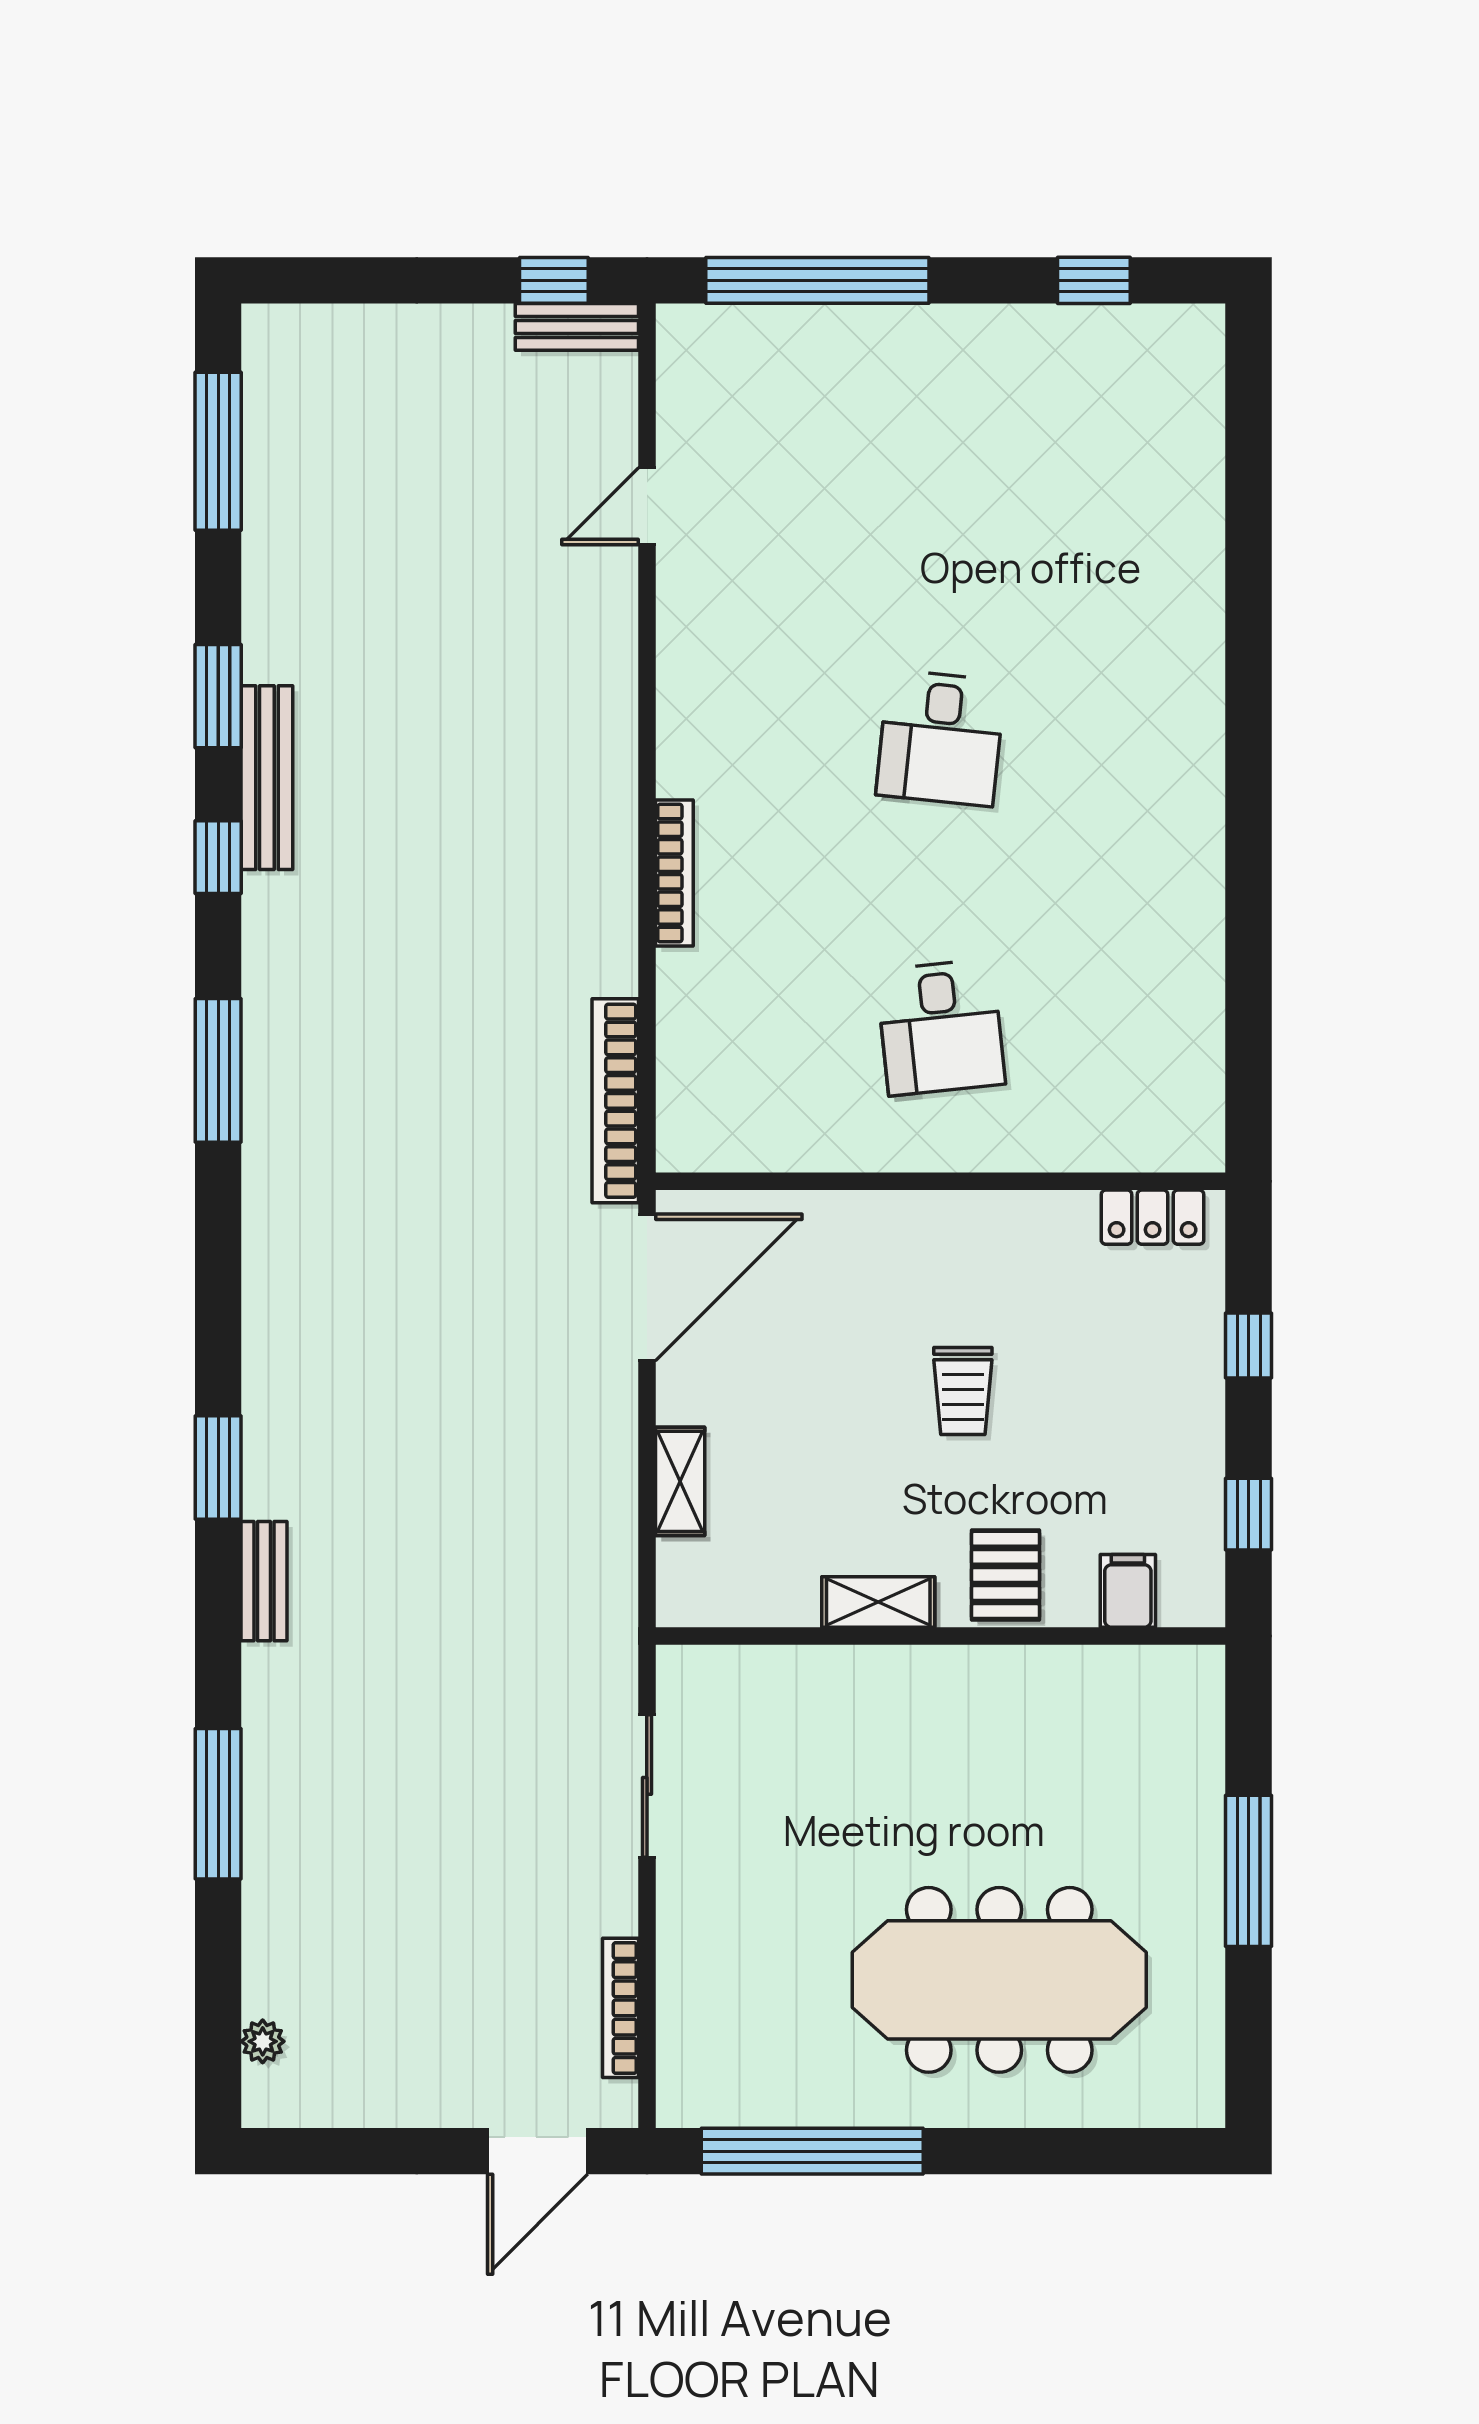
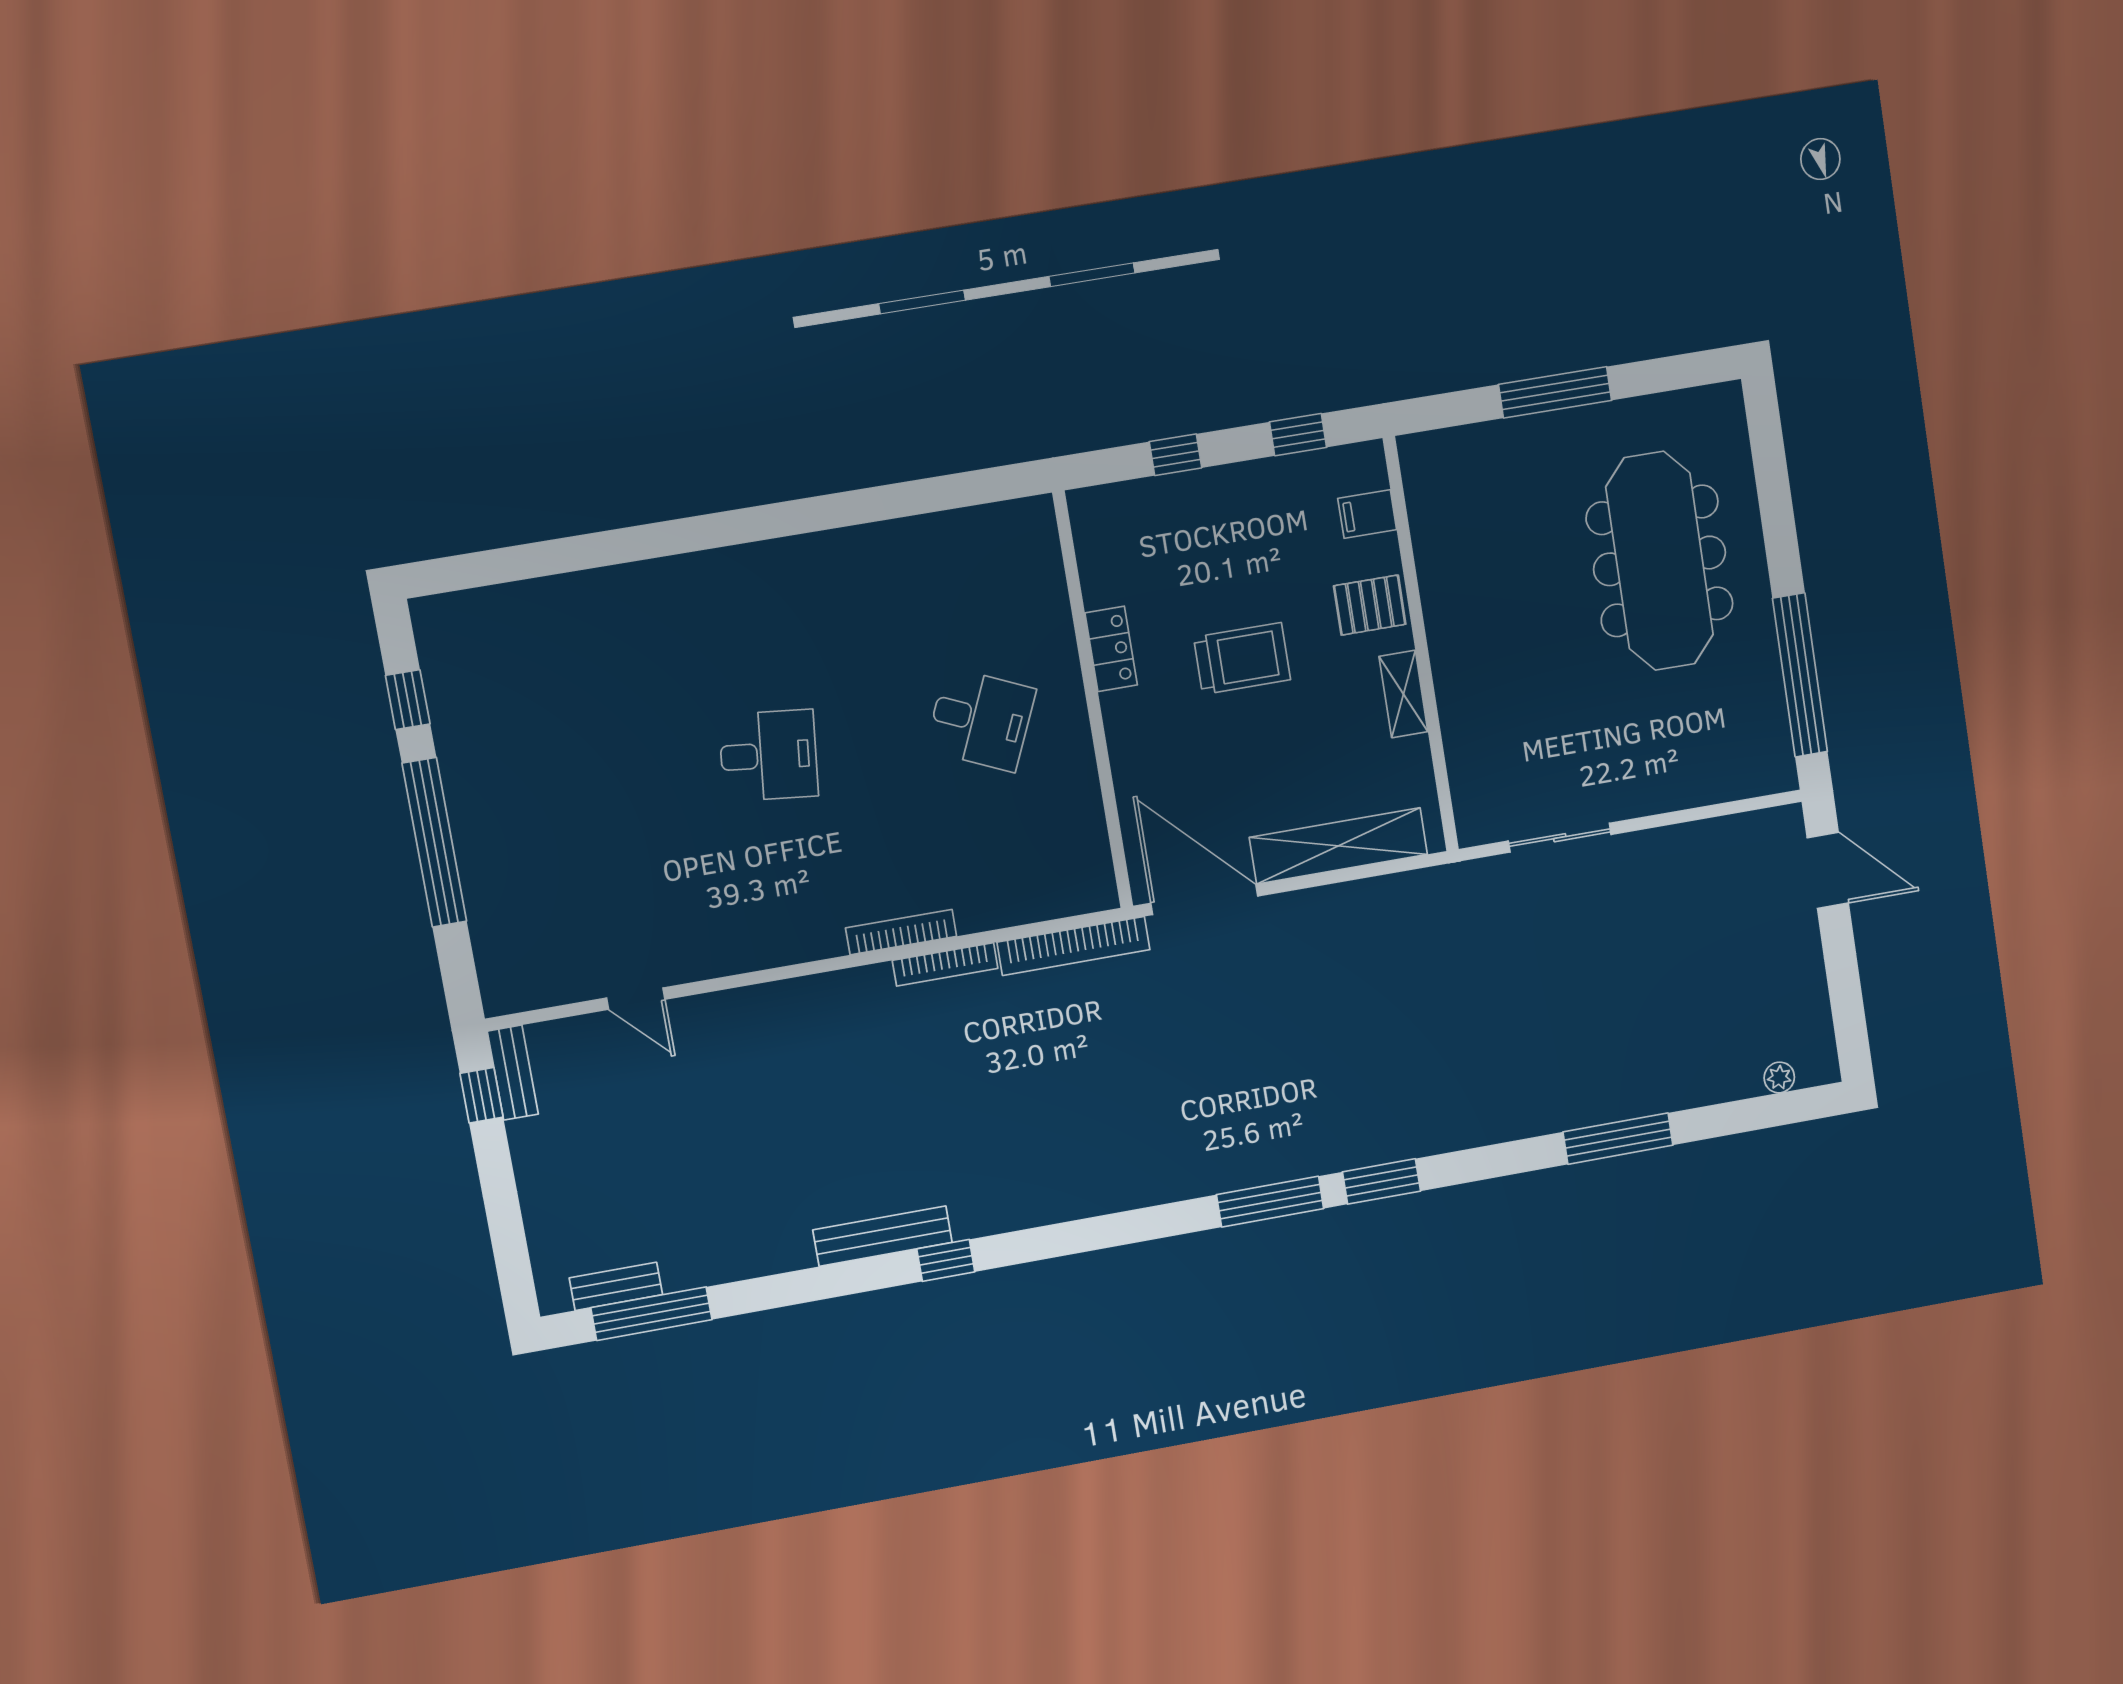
window: (817, 280) -> (434, 842), moved
window: (218, 696) -> (829, 1281), removed
desk: (941, 1027) -> (981, 719), turned 30
window: (218, 1070) -> (1270, 1202), moved
locker: (1153, 1217) -> (1111, 649), moved
trolley: (963, 1391) -> (1242, 659), width x1.36, depth x1.39
shelving: (680, 1481) -> (1339, 846), width x2.20, depth x1.33
bench: (264, 1581) -> (616, 1286), moved
bookcase: (621, 2008) -> (945, 964), moved

